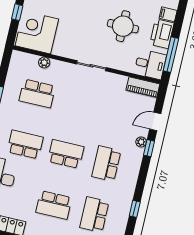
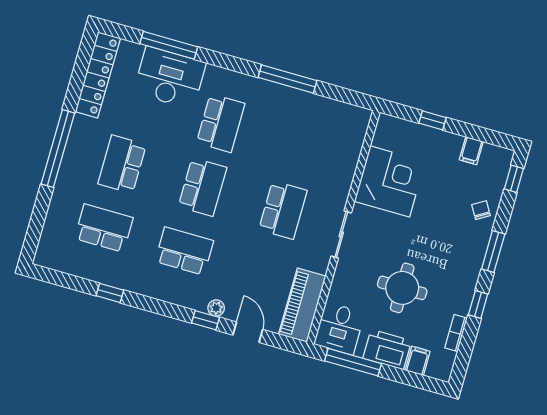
corner desk: (37, 32) -> (390, 181), moved
plant: (44, 63) -> (350, 160), removed
piano: (143, 87) -> (302, 305), width x1.37, depth x1.33
school desk: (37, 93) -> (283, 210), moved, turned 180

